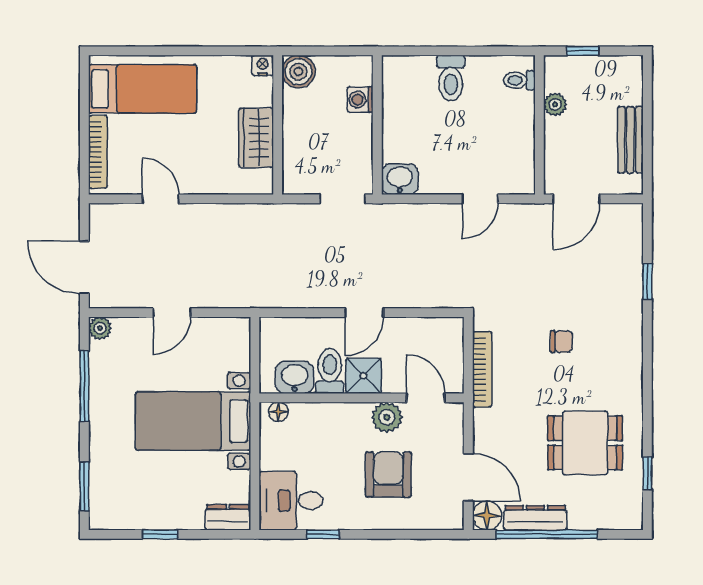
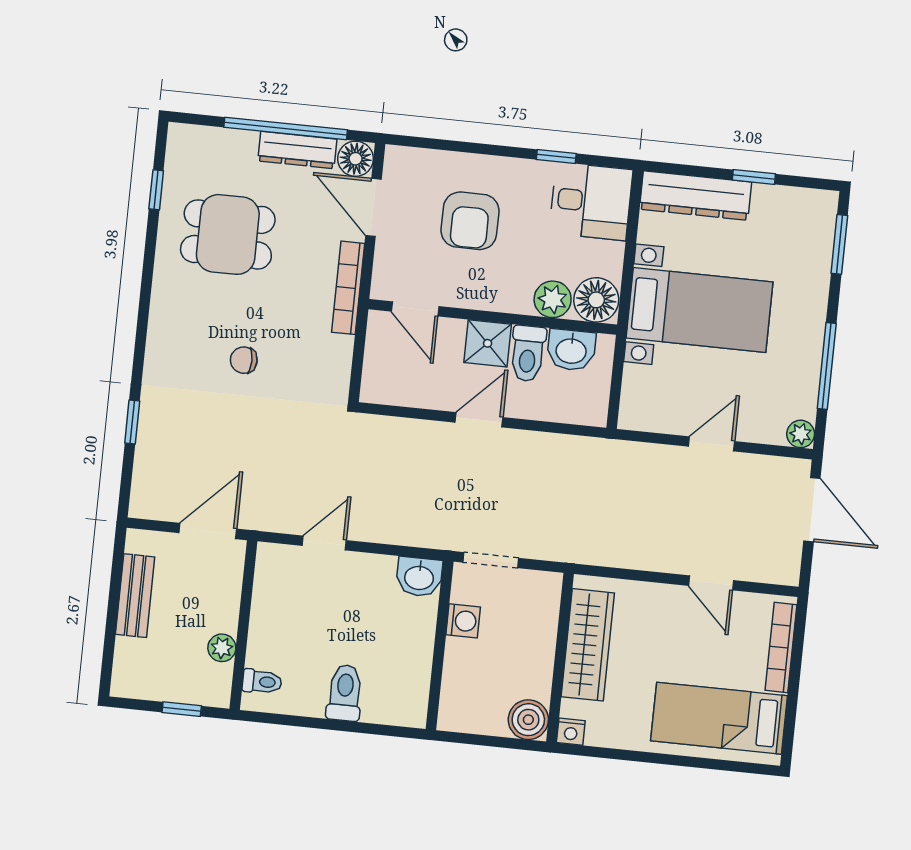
washing machine: (360, 100) -> (463, 621), moved
wardrobe: (256, 138) -> (588, 645), width x1.50
bookcase: (482, 369) -> (348, 288), moved
floor lamp: (278, 412) -> (596, 300), width x1.89, depth x1.89
plant: (387, 417) -> (553, 299), moved
dresser: (228, 517) -> (696, 196), width x1.96, depth x1.24

